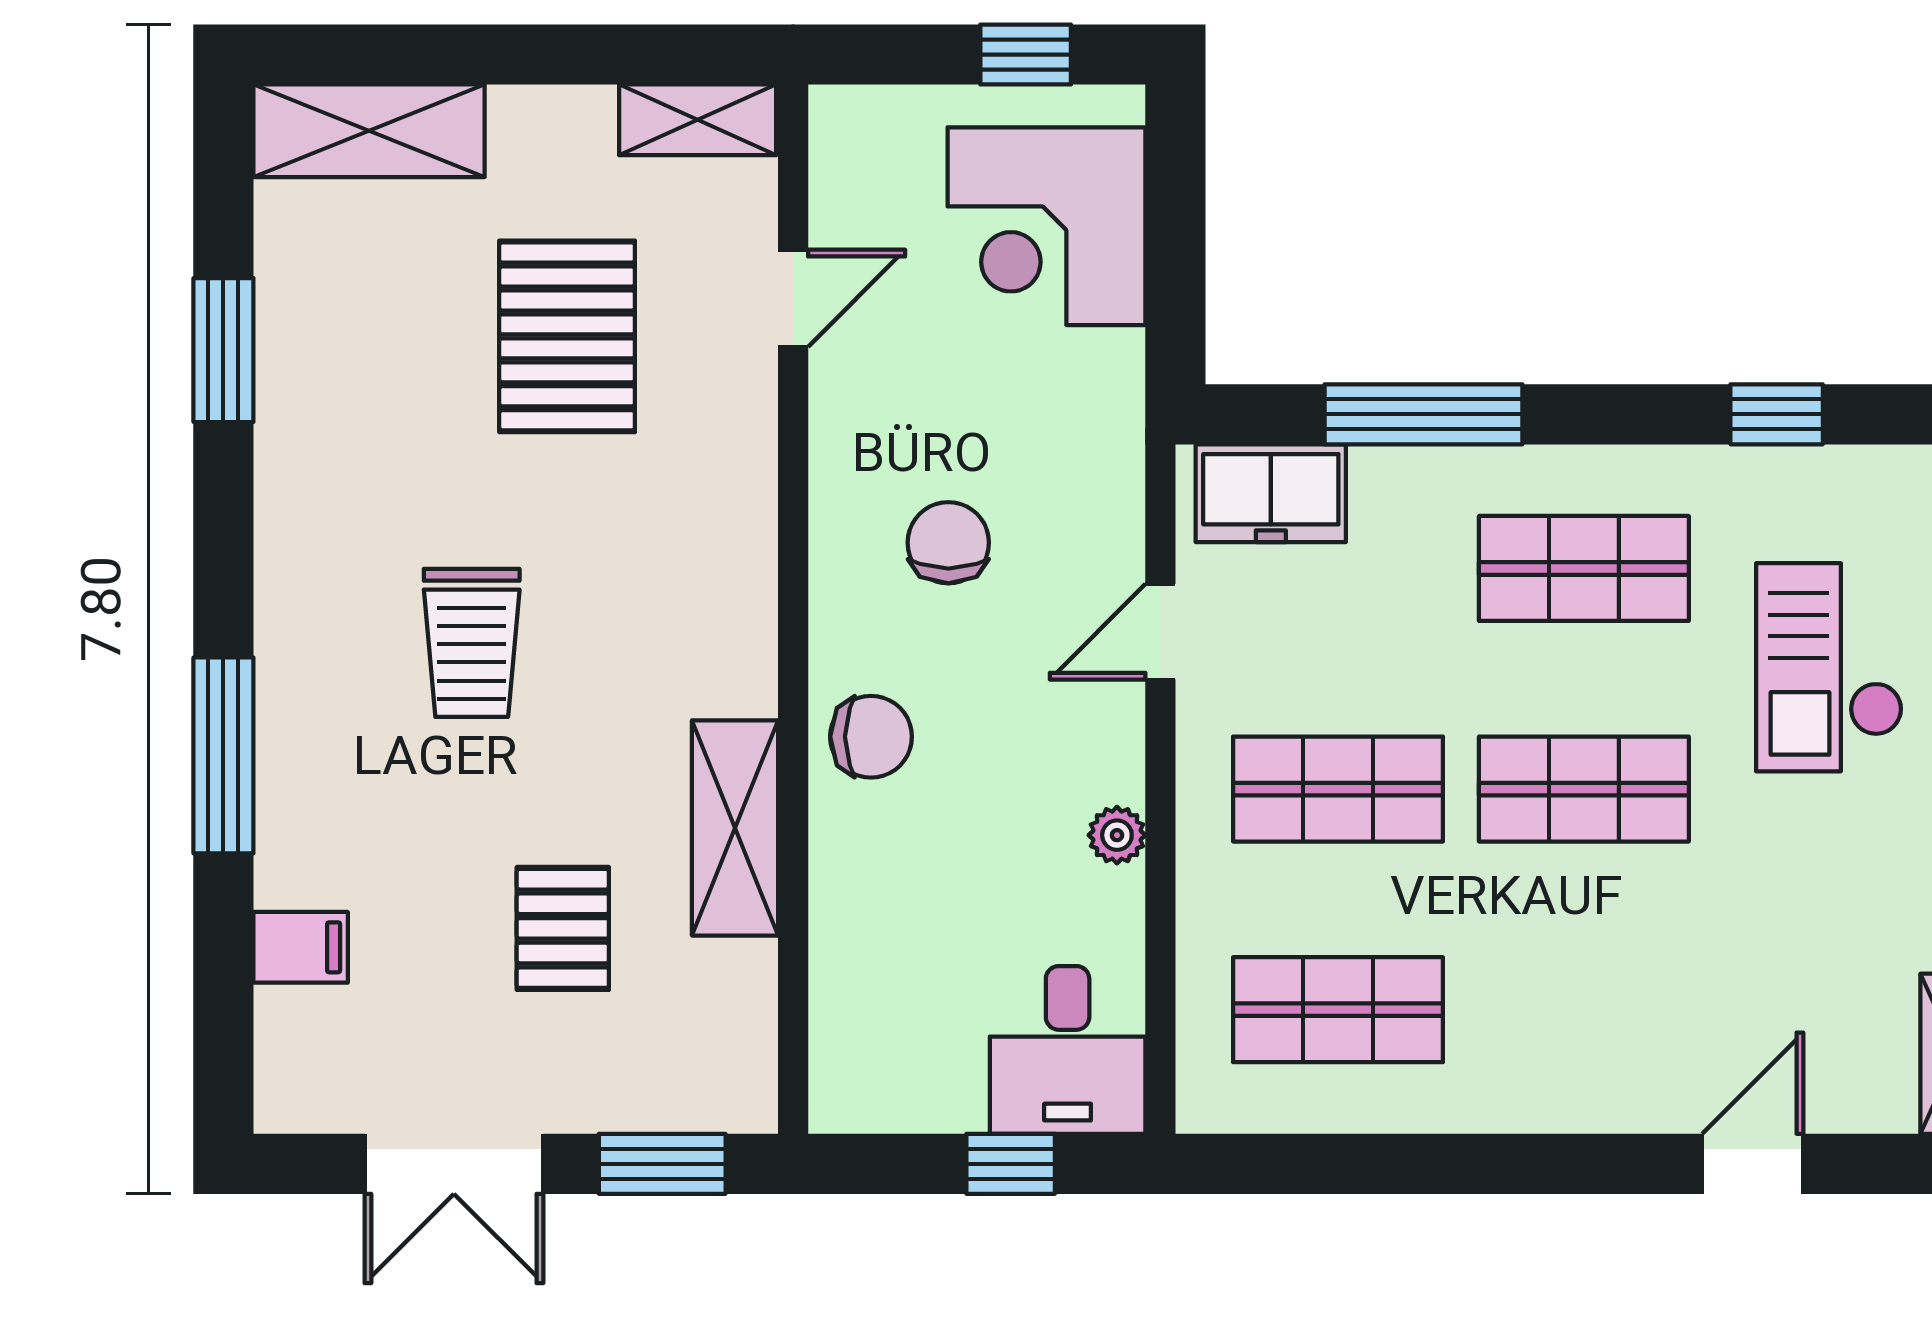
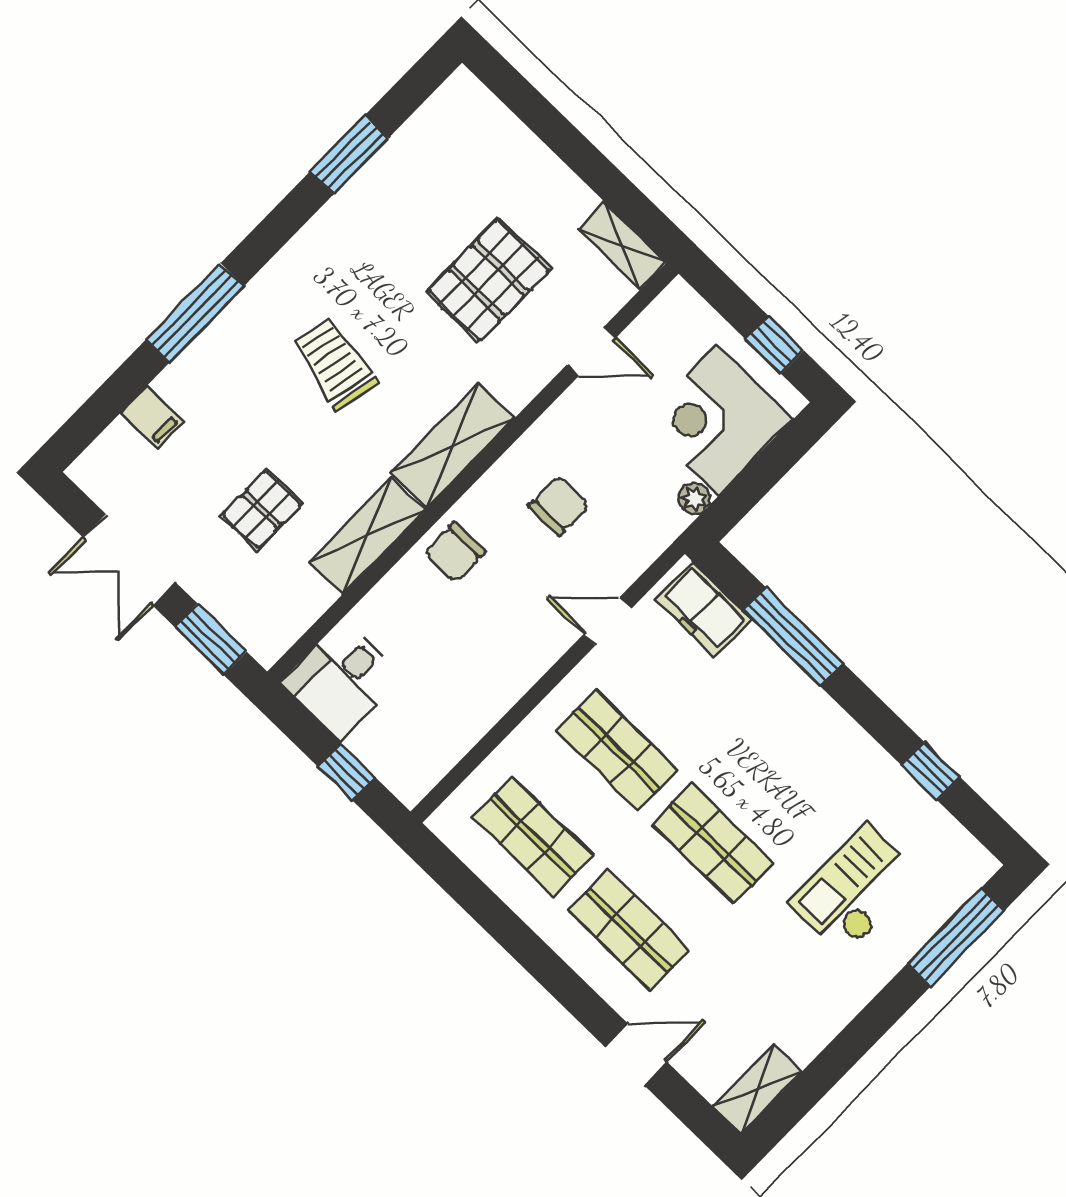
shelving: (369, 131) -> (453, 445), moved, turned 90
shop shelf: (1584, 568) -> (629, 930), moved
trolley: (472, 643) -> (335, 363), turned 102
chair: (871, 737) -> (455, 552), turned 90
plant: (1117, 835) -> (694, 499), moved
desk: (1068, 1050) -> (341, 680), moved

